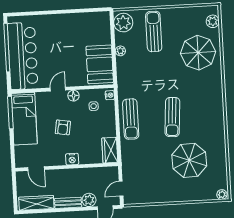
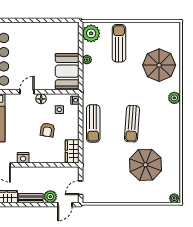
plant: (213, 21) -> (174, 98), moved
armchair: (63, 127) -> (47, 130), moved
nightstand: (72, 159) -> (23, 158), moved

